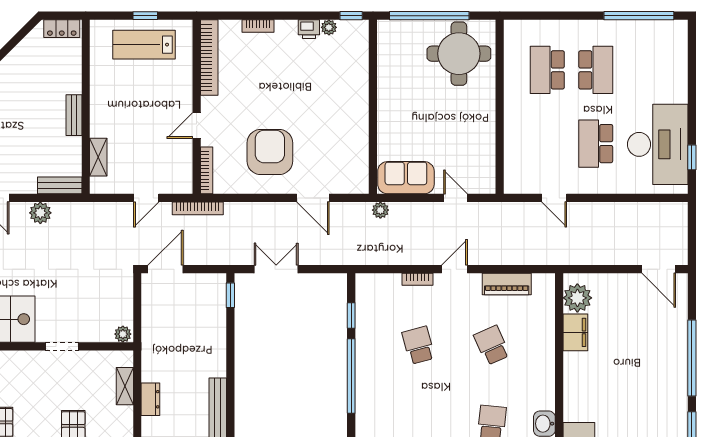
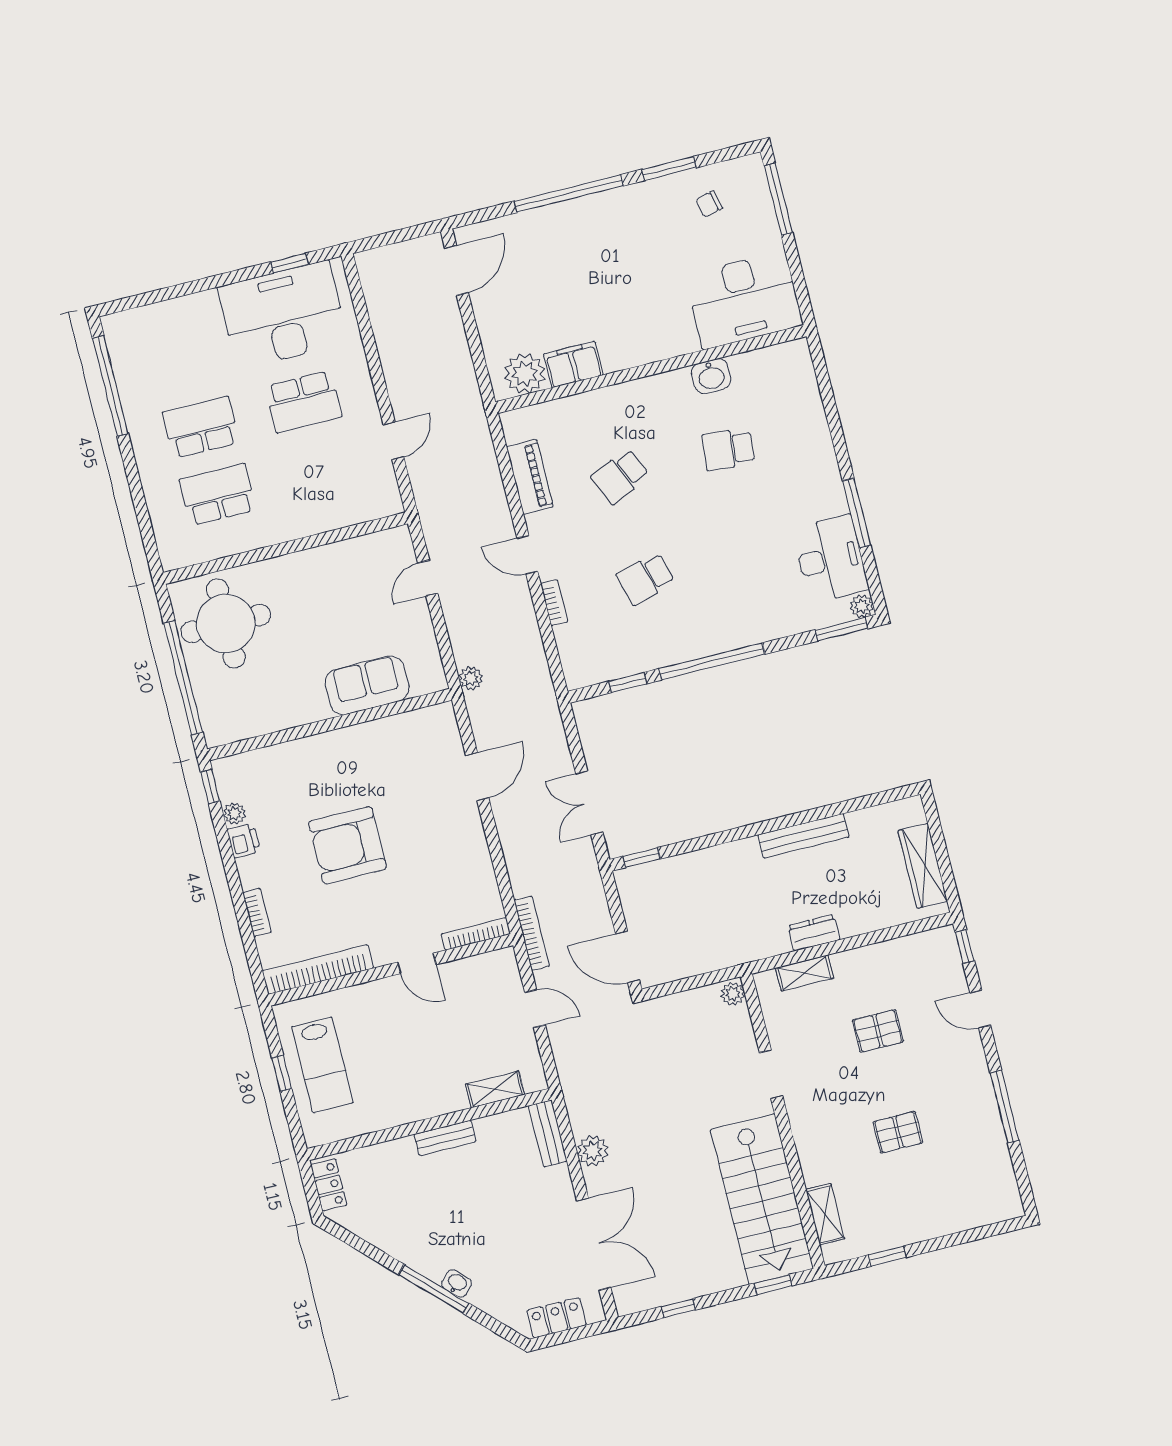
school desk: (547, 70) -> (218, 495), turned 180
armchair: (270, 152) -> (347, 845), moved
sofa: (406, 178) -> (367, 685), moved, turned 90

